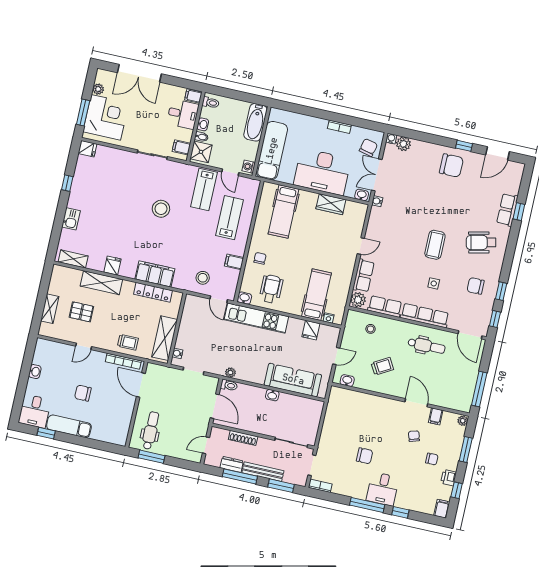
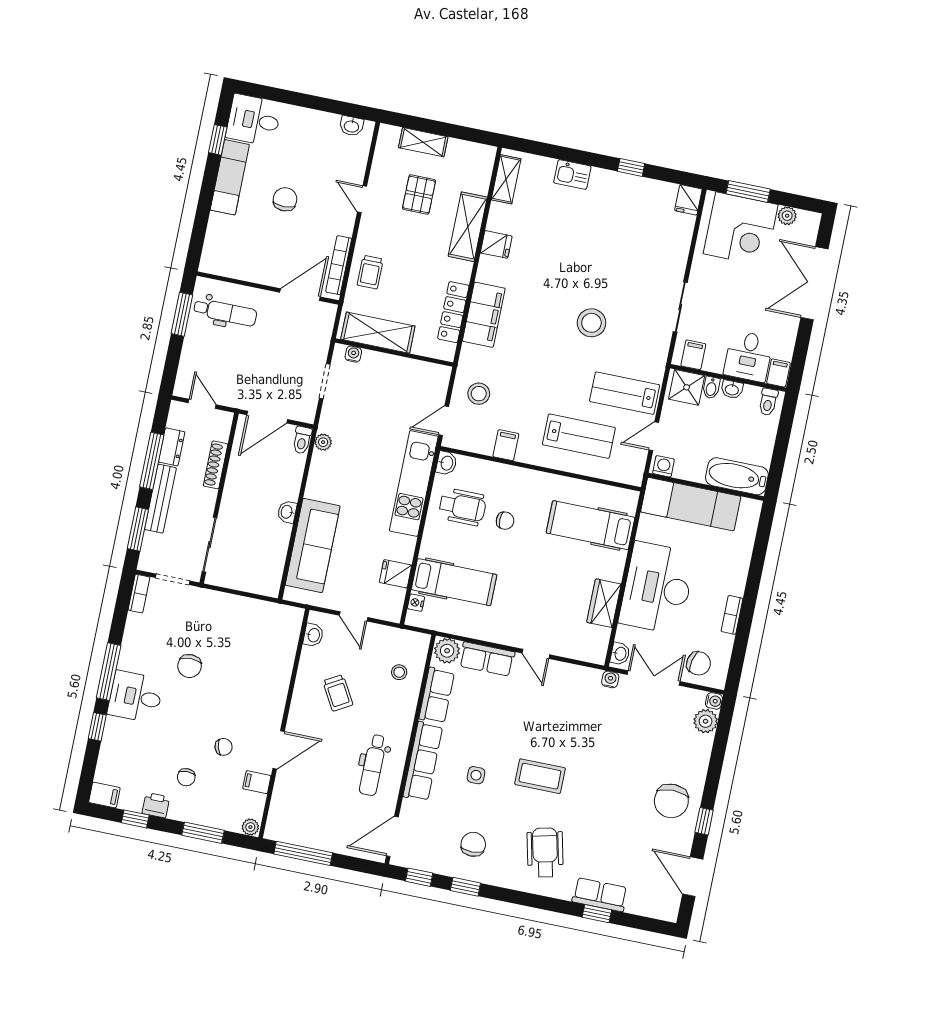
chair: (260, 258) -> (505, 521), moved
washbasin: (35, 372) -> (351, 126), moved

